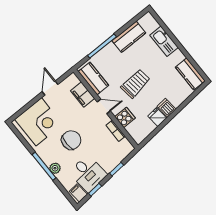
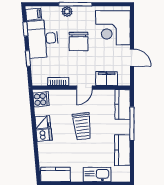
kitchen counter: (93, 78) -> (123, 105), moved, turned 90
cooker: (125, 117) -> (41, 99), moved, turned -95
desk: (88, 173) -> (43, 39), width x1.37

